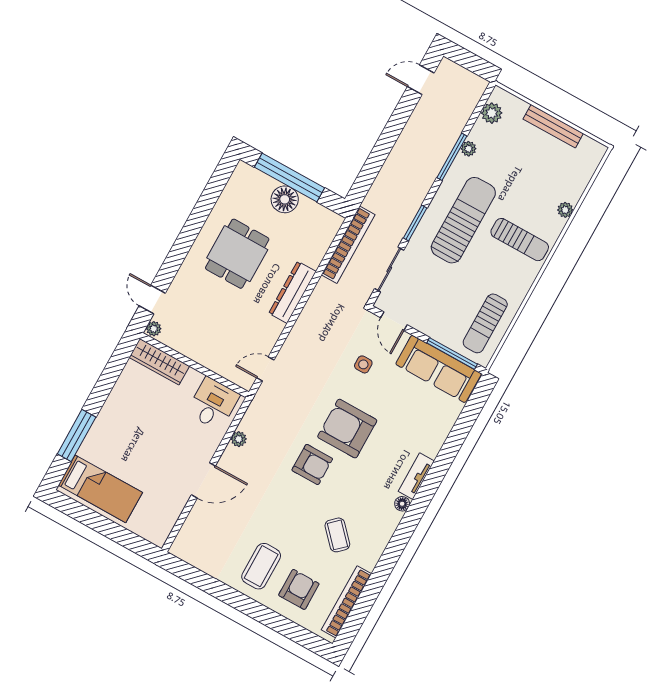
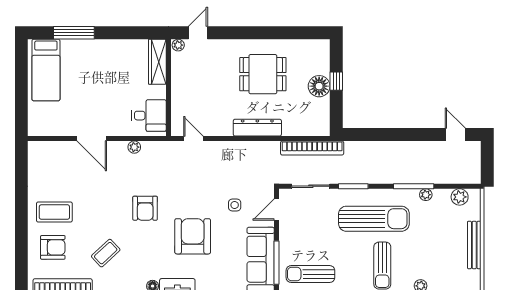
window: (290, 178) -> (336, 81), width x0.32
armchair: (347, 429) -> (193, 236), moved

